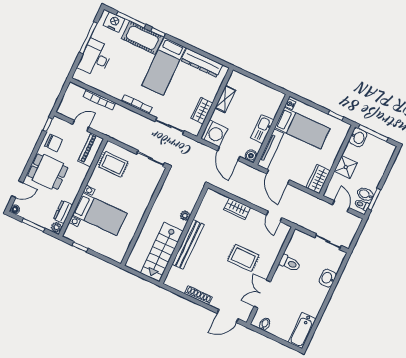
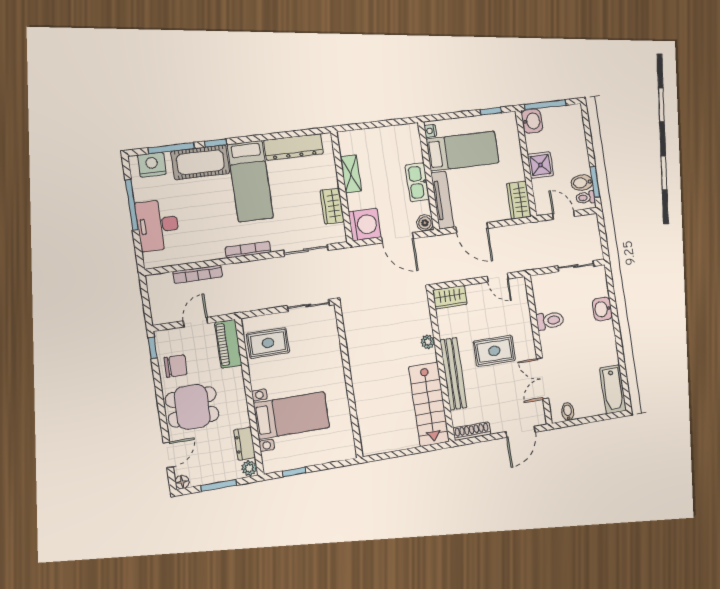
plant: (185, 216) -> (428, 342), moved
wall: (184, 235) -> (441, 366), moved
bench: (188, 244) -> (453, 374), moved
stairs: (162, 252) -> (429, 404), moved

